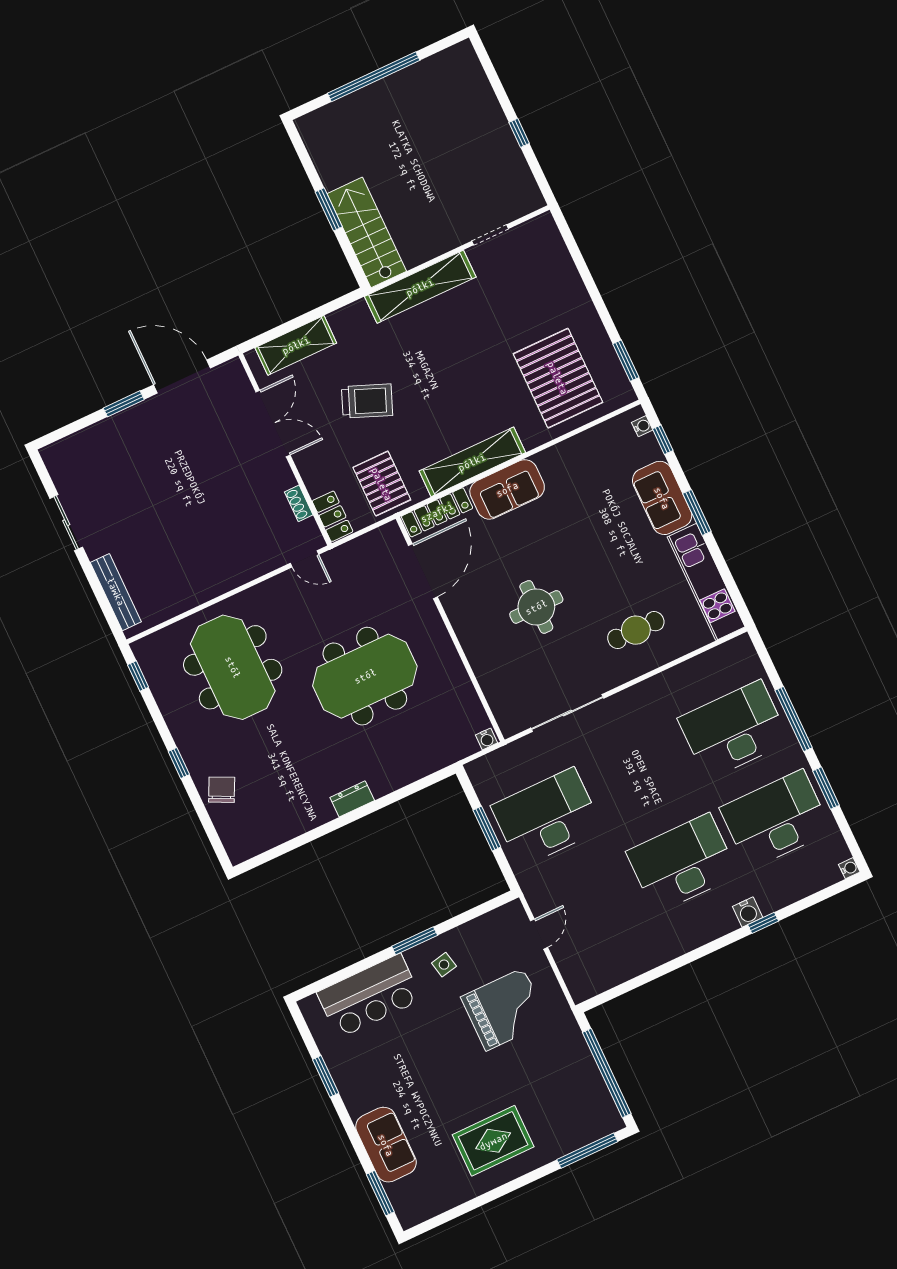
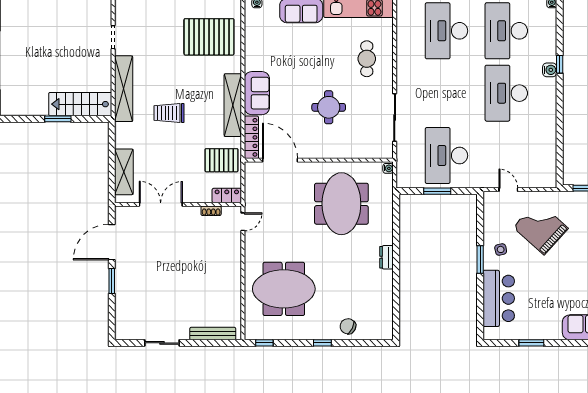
trolley: (367, 401) -> (169, 113), moved, turned -112
meeting table: (365, 676) -> (341, 204), moved
grand piano: (505, 1009) -> (541, 228), turned -48

